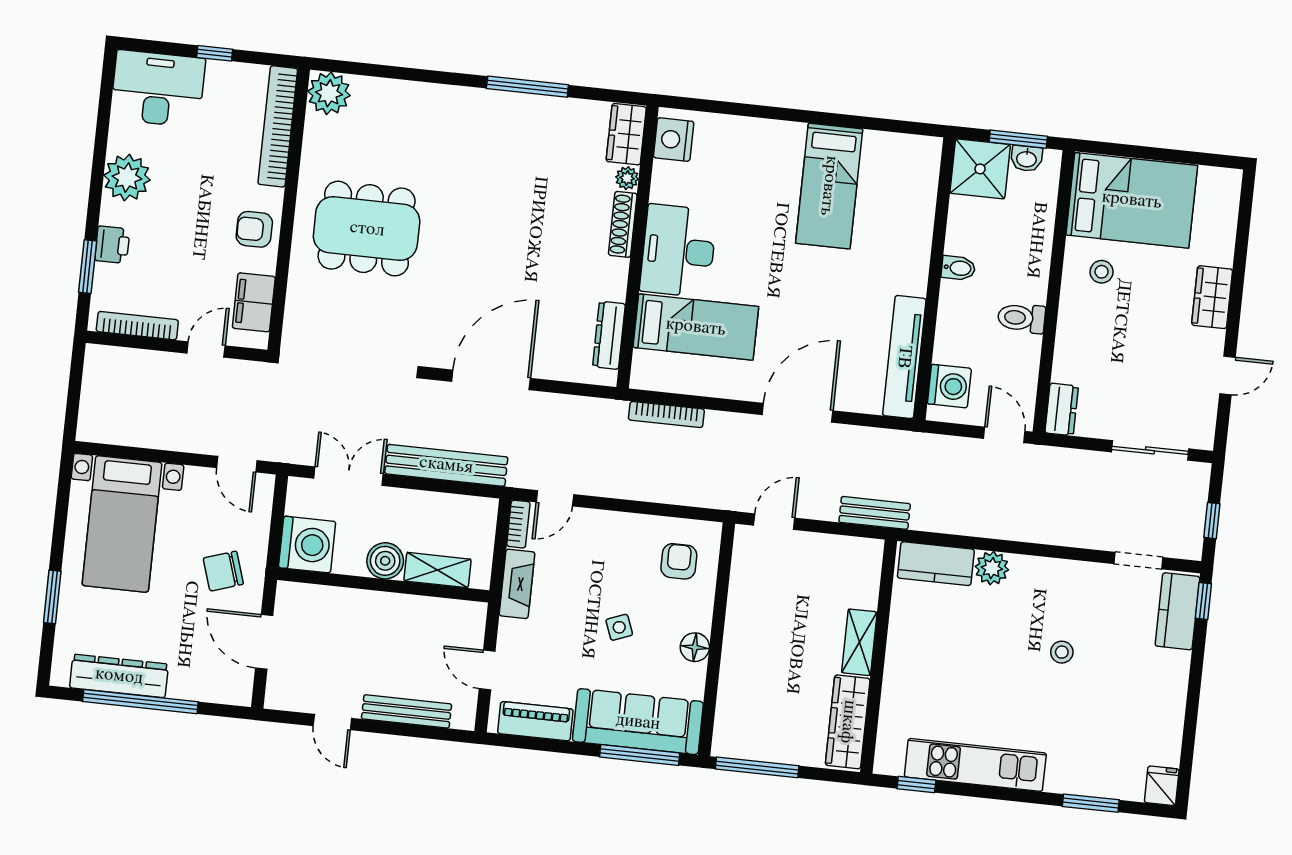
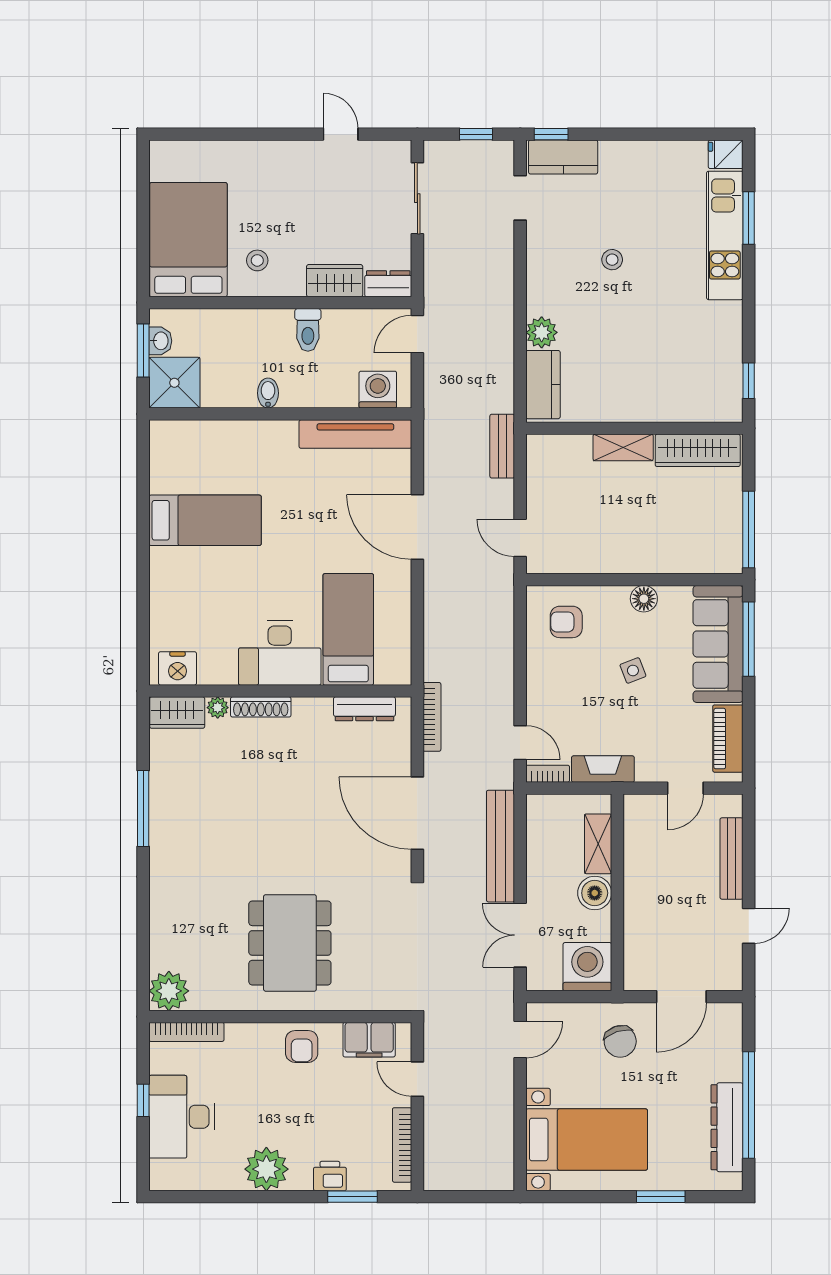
desk: (158, 89) -> (181, 1117), moved
bookcase: (278, 126) -> (186, 1032), width x0.68, depth x0.76
wardrobe: (1212, 297) -> (335, 281), moved, turned 180
bookcase: (666, 414) -> (432, 717), moved
kitchen unit: (975, 765) -> (725, 235), moved

